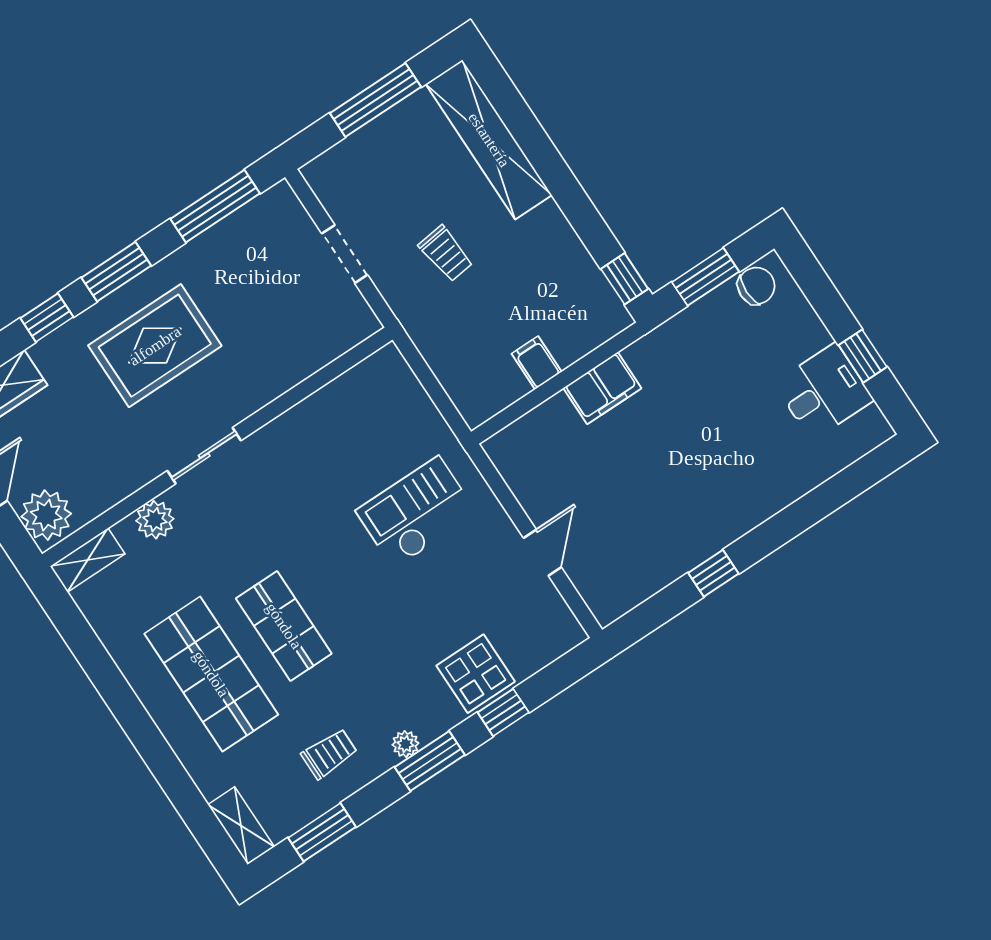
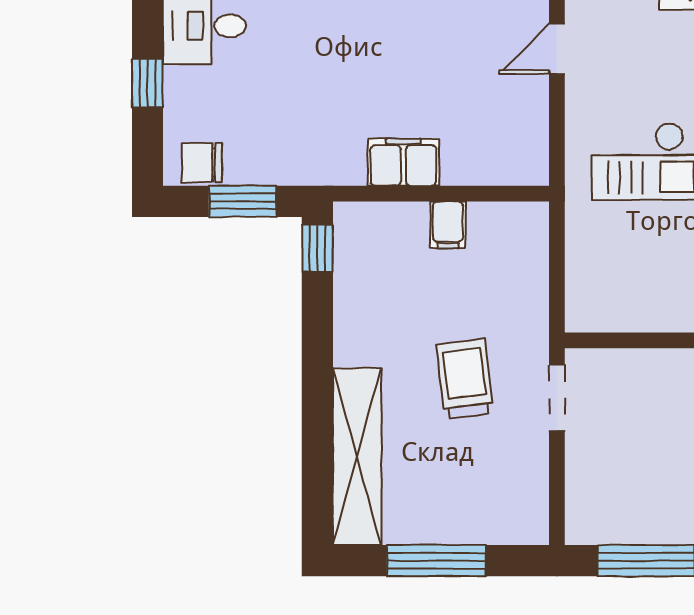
doorway: (345, 254) -> (557, 398), moved
trolley: (446, 254) -> (465, 379), width x1.36, depth x1.39
window: (863, 356) -> (147, 83), moved

